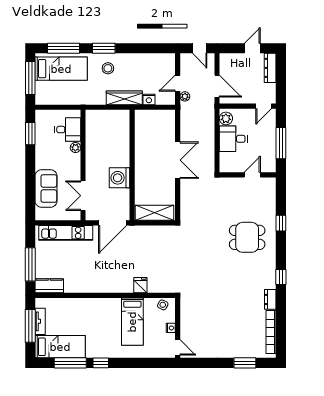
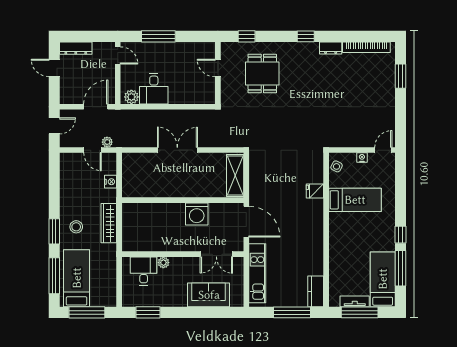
wardrobe: (124, 98) -> (109, 223), moved
wall: (248, 175) -> (218, 73), moved
door: (252, 175) -> (218, 68), moved

